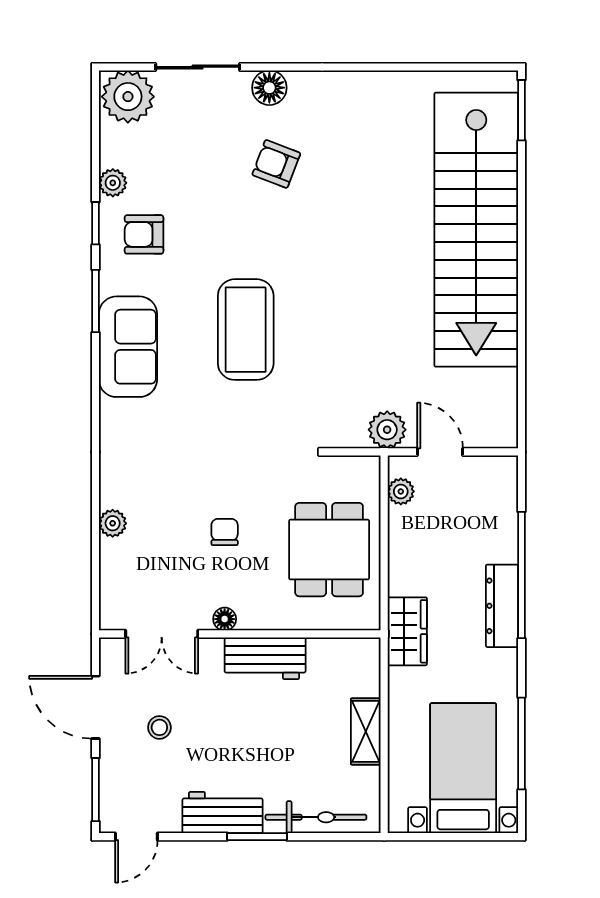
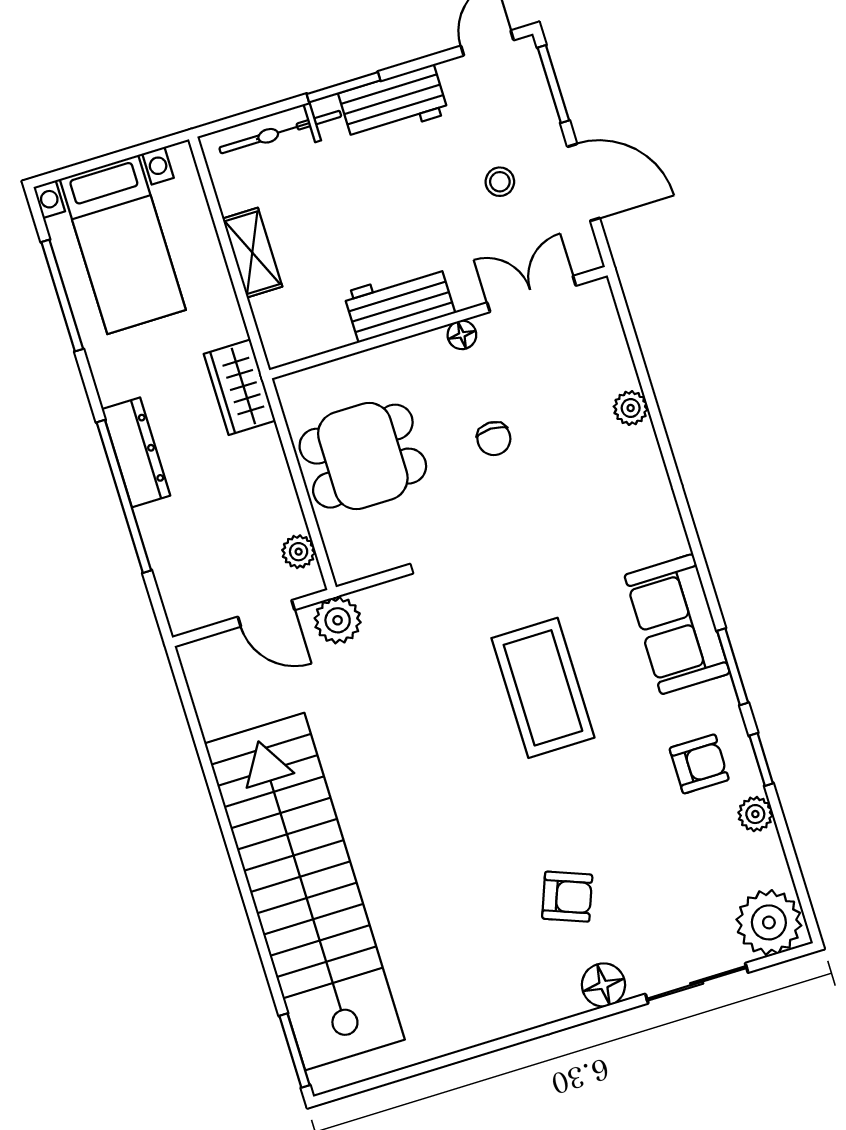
dining table: (329, 550) -> (363, 456), turned 90

